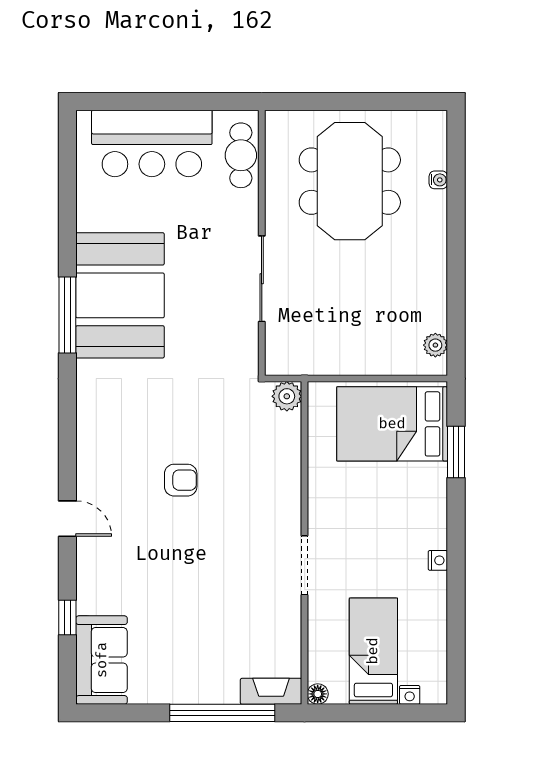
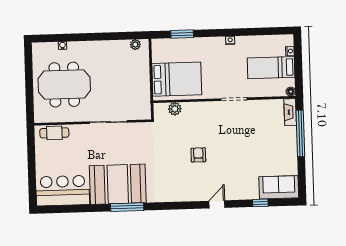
bar counter: (152, 143) -> (63, 191), moved, turned -90
plant: (287, 396) -> (175, 109), moved
bed: (392, 424) -> (177, 79), moved, turned -90

